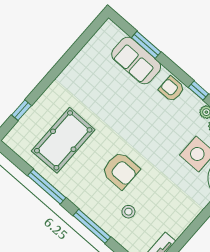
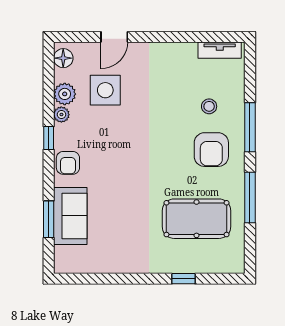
window: (22, 110) -> (183, 279), moved
armchair: (121, 170) -> (211, 150), moved, turned 180

